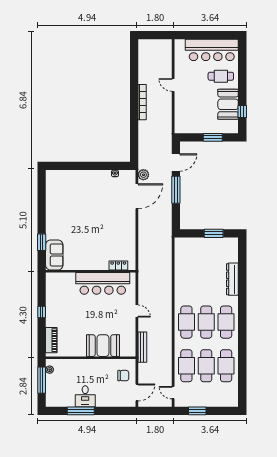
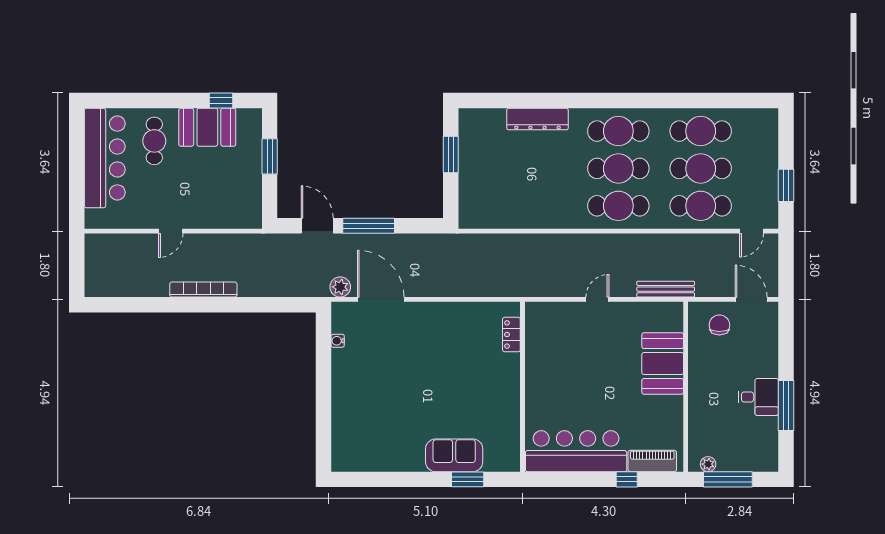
sofa: (54, 255) -> (454, 455), moved
bar counter: (103, 283) -> (576, 451), moved, turned -90
window: (42, 312) -> (627, 479), moved

